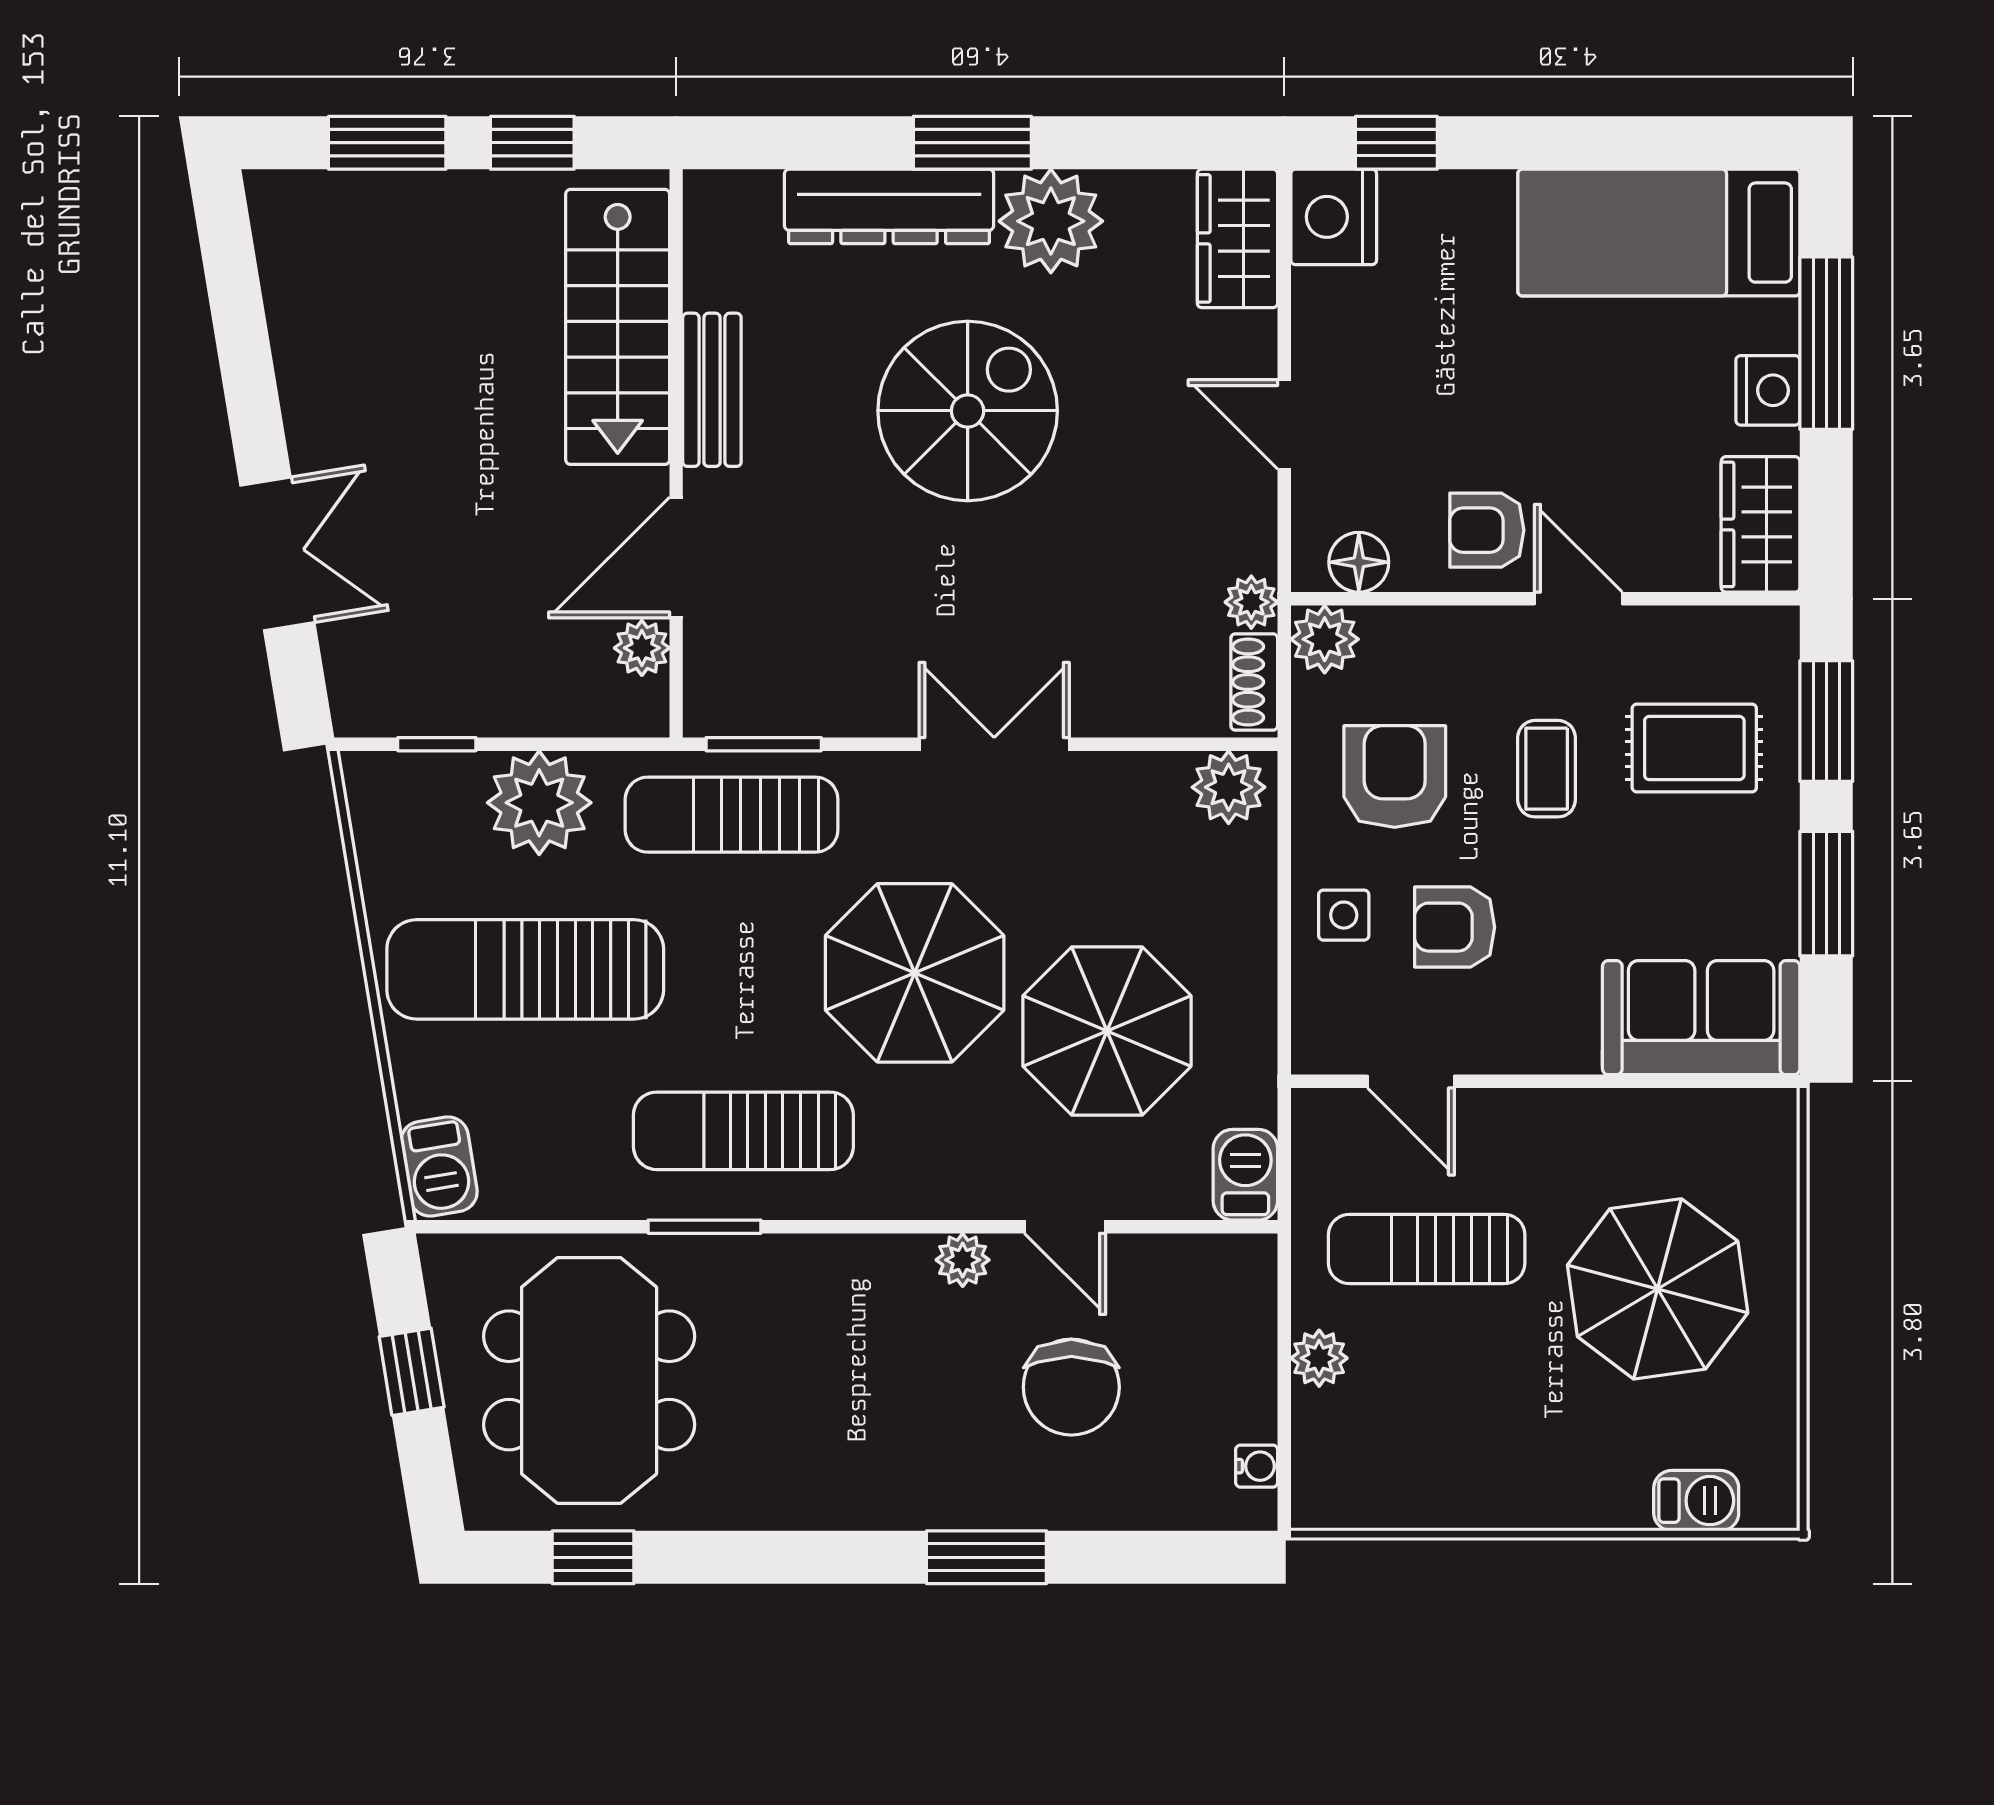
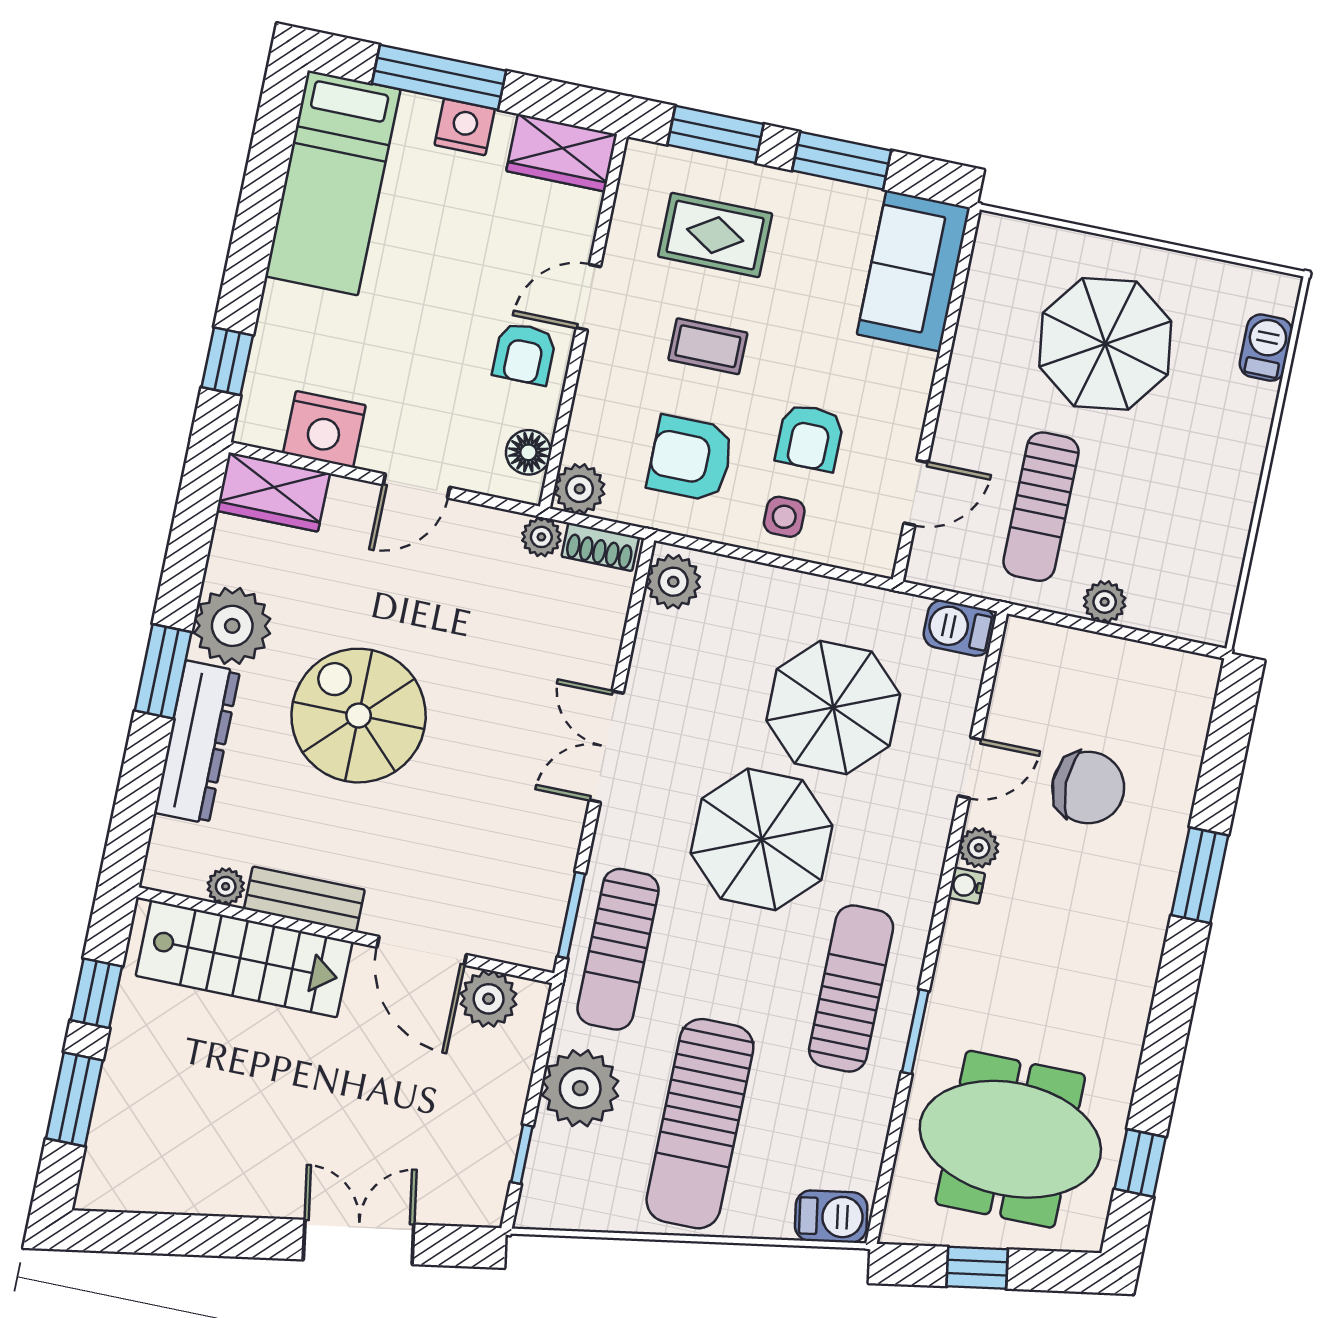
nightstand: (1334, 217) -> (324, 429), moved
plant: (707, 283) -> (226, 886), added
plant: (642, 648) -> (489, 999), width x1.38, depth x1.38
rug: (1694, 748) -> (715, 235), turned 90
sun lounger: (743, 1131) -> (851, 989), turned 180
water cooler: (1257, 1466) -> (967, 886), moved, turned -90

